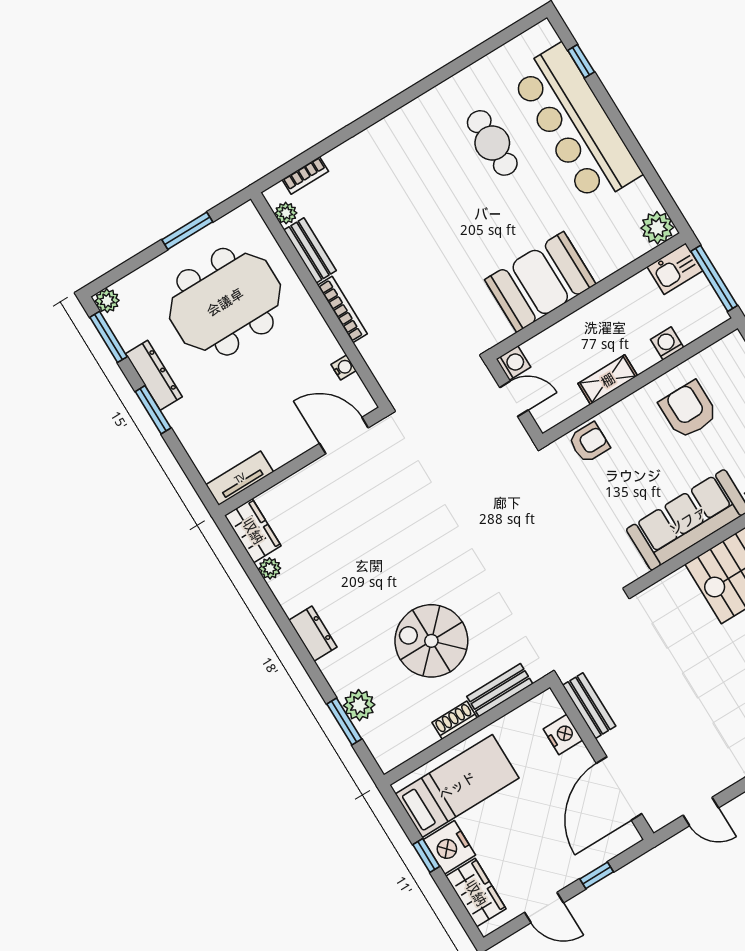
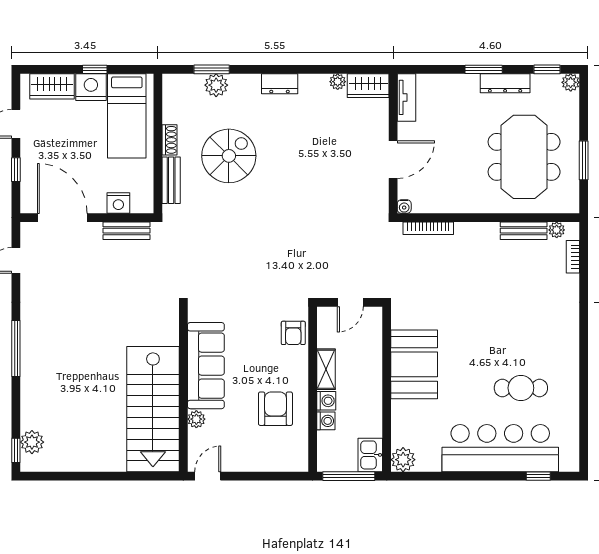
bookcase: (342, 309) -> (428, 228), moved
window: (109, 337) -> (547, 69), width x0.67
washing machine: (514, 363) -> (326, 401), moved, turned -90
water cooler: (344, 368) -> (404, 206), moved
armchair: (688, 410) -> (275, 409), turned -90
door: (344, 436) -> (393, 160), moved

